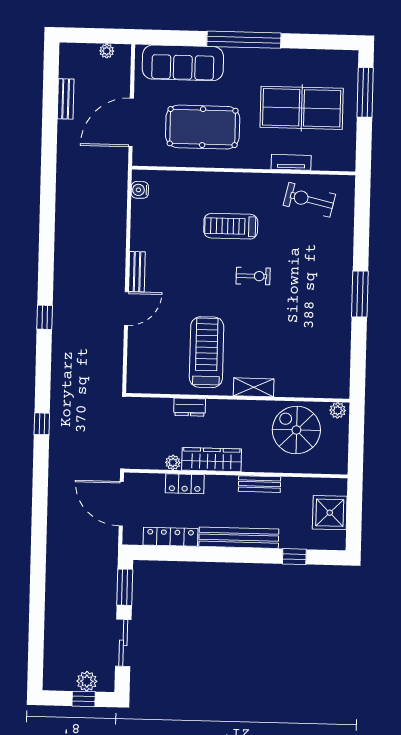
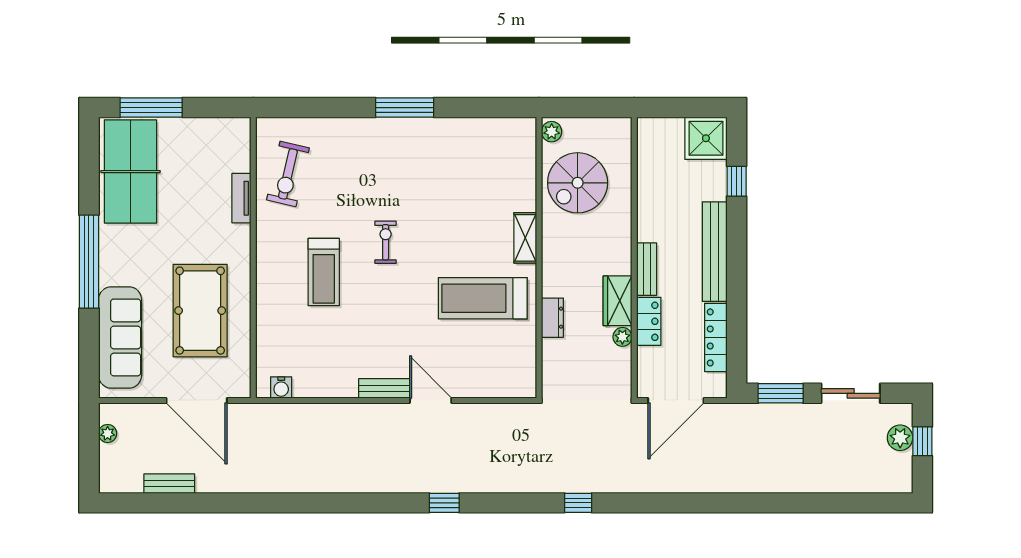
table tennis table: (302, 108) -> (131, 172), moved
wardrobe: (212, 460) -> (618, 301), width x0.67
bench: (259, 484) -> (647, 269), moved
shower: (330, 513) -> (706, 138), moved

